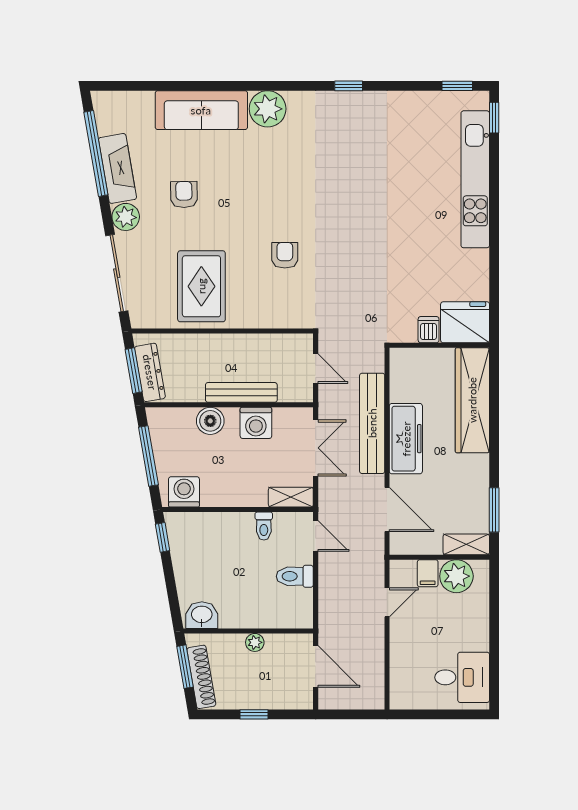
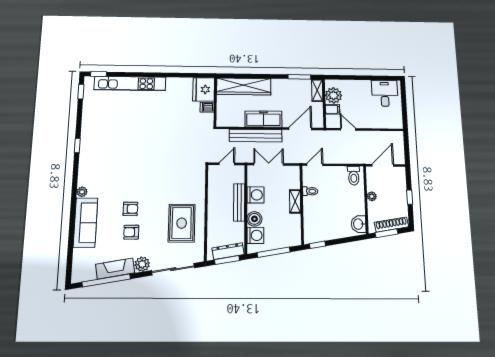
plant: (268, 109) -> (82, 192), width x0.53, depth x0.53
armchair: (285, 255) -> (130, 209), moved, turned 180
rug: (201, 286) -> (182, 223), turned 90
washing machine: (184, 492) -> (255, 235), moved, turned 180
shelving: (291, 497) -> (295, 201), moved
toilet: (295, 576) -> (354, 176), moved

